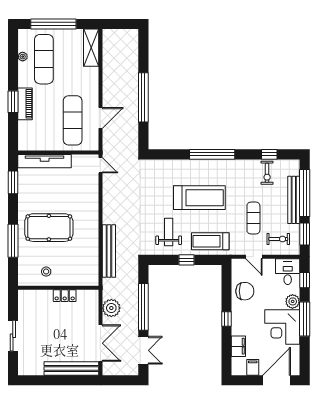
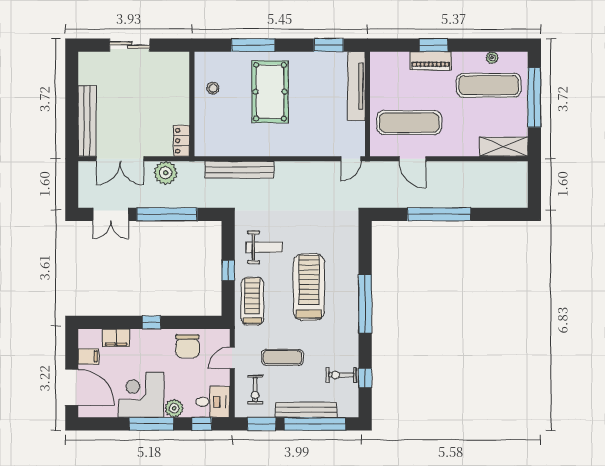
treadmill: (199, 198) -> (309, 287), turned 180
locker: (65, 296) -> (182, 141), moved

